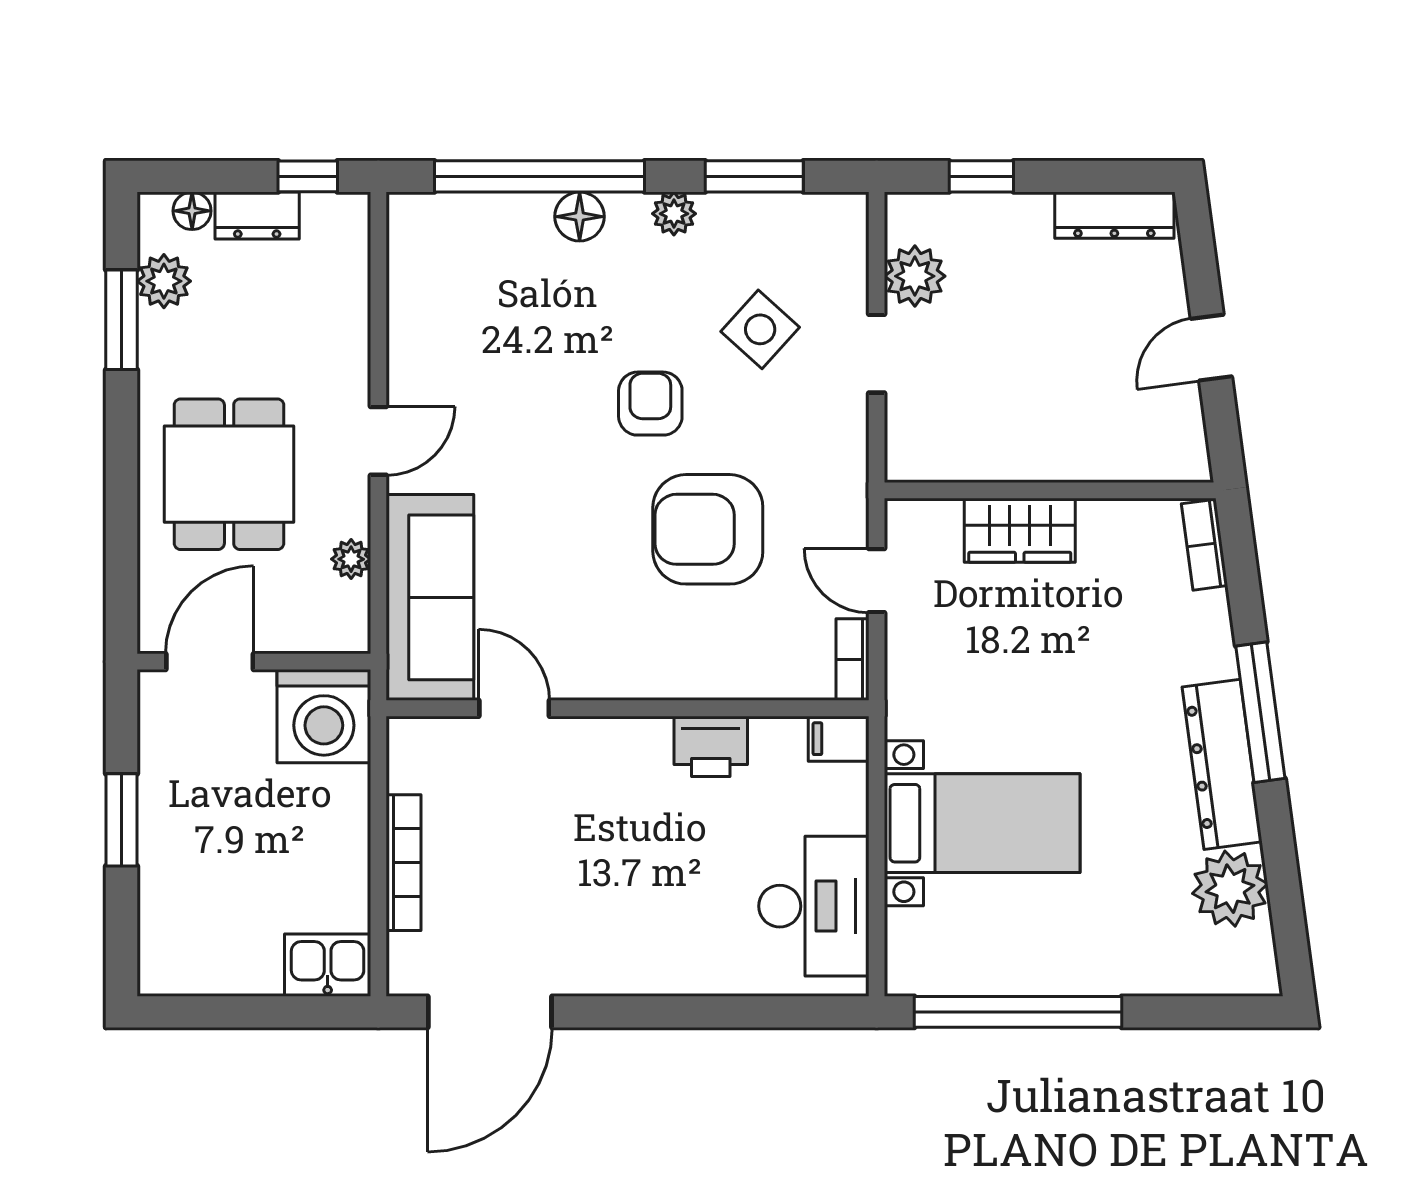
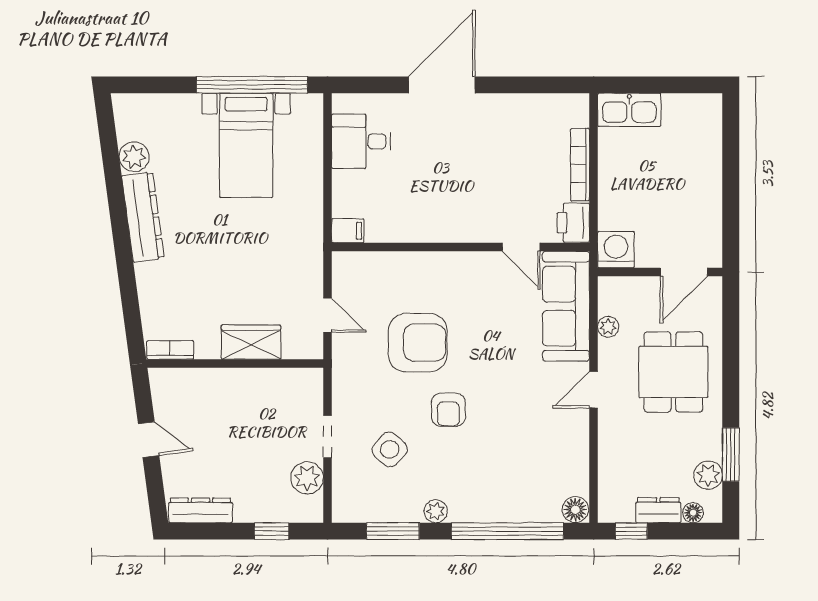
floor lamp: (580, 217) -> (575, 510), moved
door: (1211, 348) -> (149, 440), hinge flipped
bookcase: (1205, 545) -> (170, 350), moved, turned -82
bookcase: (852, 660) -> (340, 273), removed
window: (1260, 712) -> (122, 245), removed
washing machine: (324, 716) -> (616, 250), width x0.73, depth x0.73
printer: (711, 746) -> (573, 223), moved, turned -90
window: (121, 820) -> (731, 187), removed
bed with nightstands: (982, 823) -> (246, 145), moved, turned -90
plant: (1230, 889) -> (134, 157), width x0.73, depth x0.73
desk: (814, 906) -> (361, 141), width x0.73
kitchen sink: (328, 965) -> (629, 110), width x1.38
door: (490, 1012) -> (442, 85), moved

